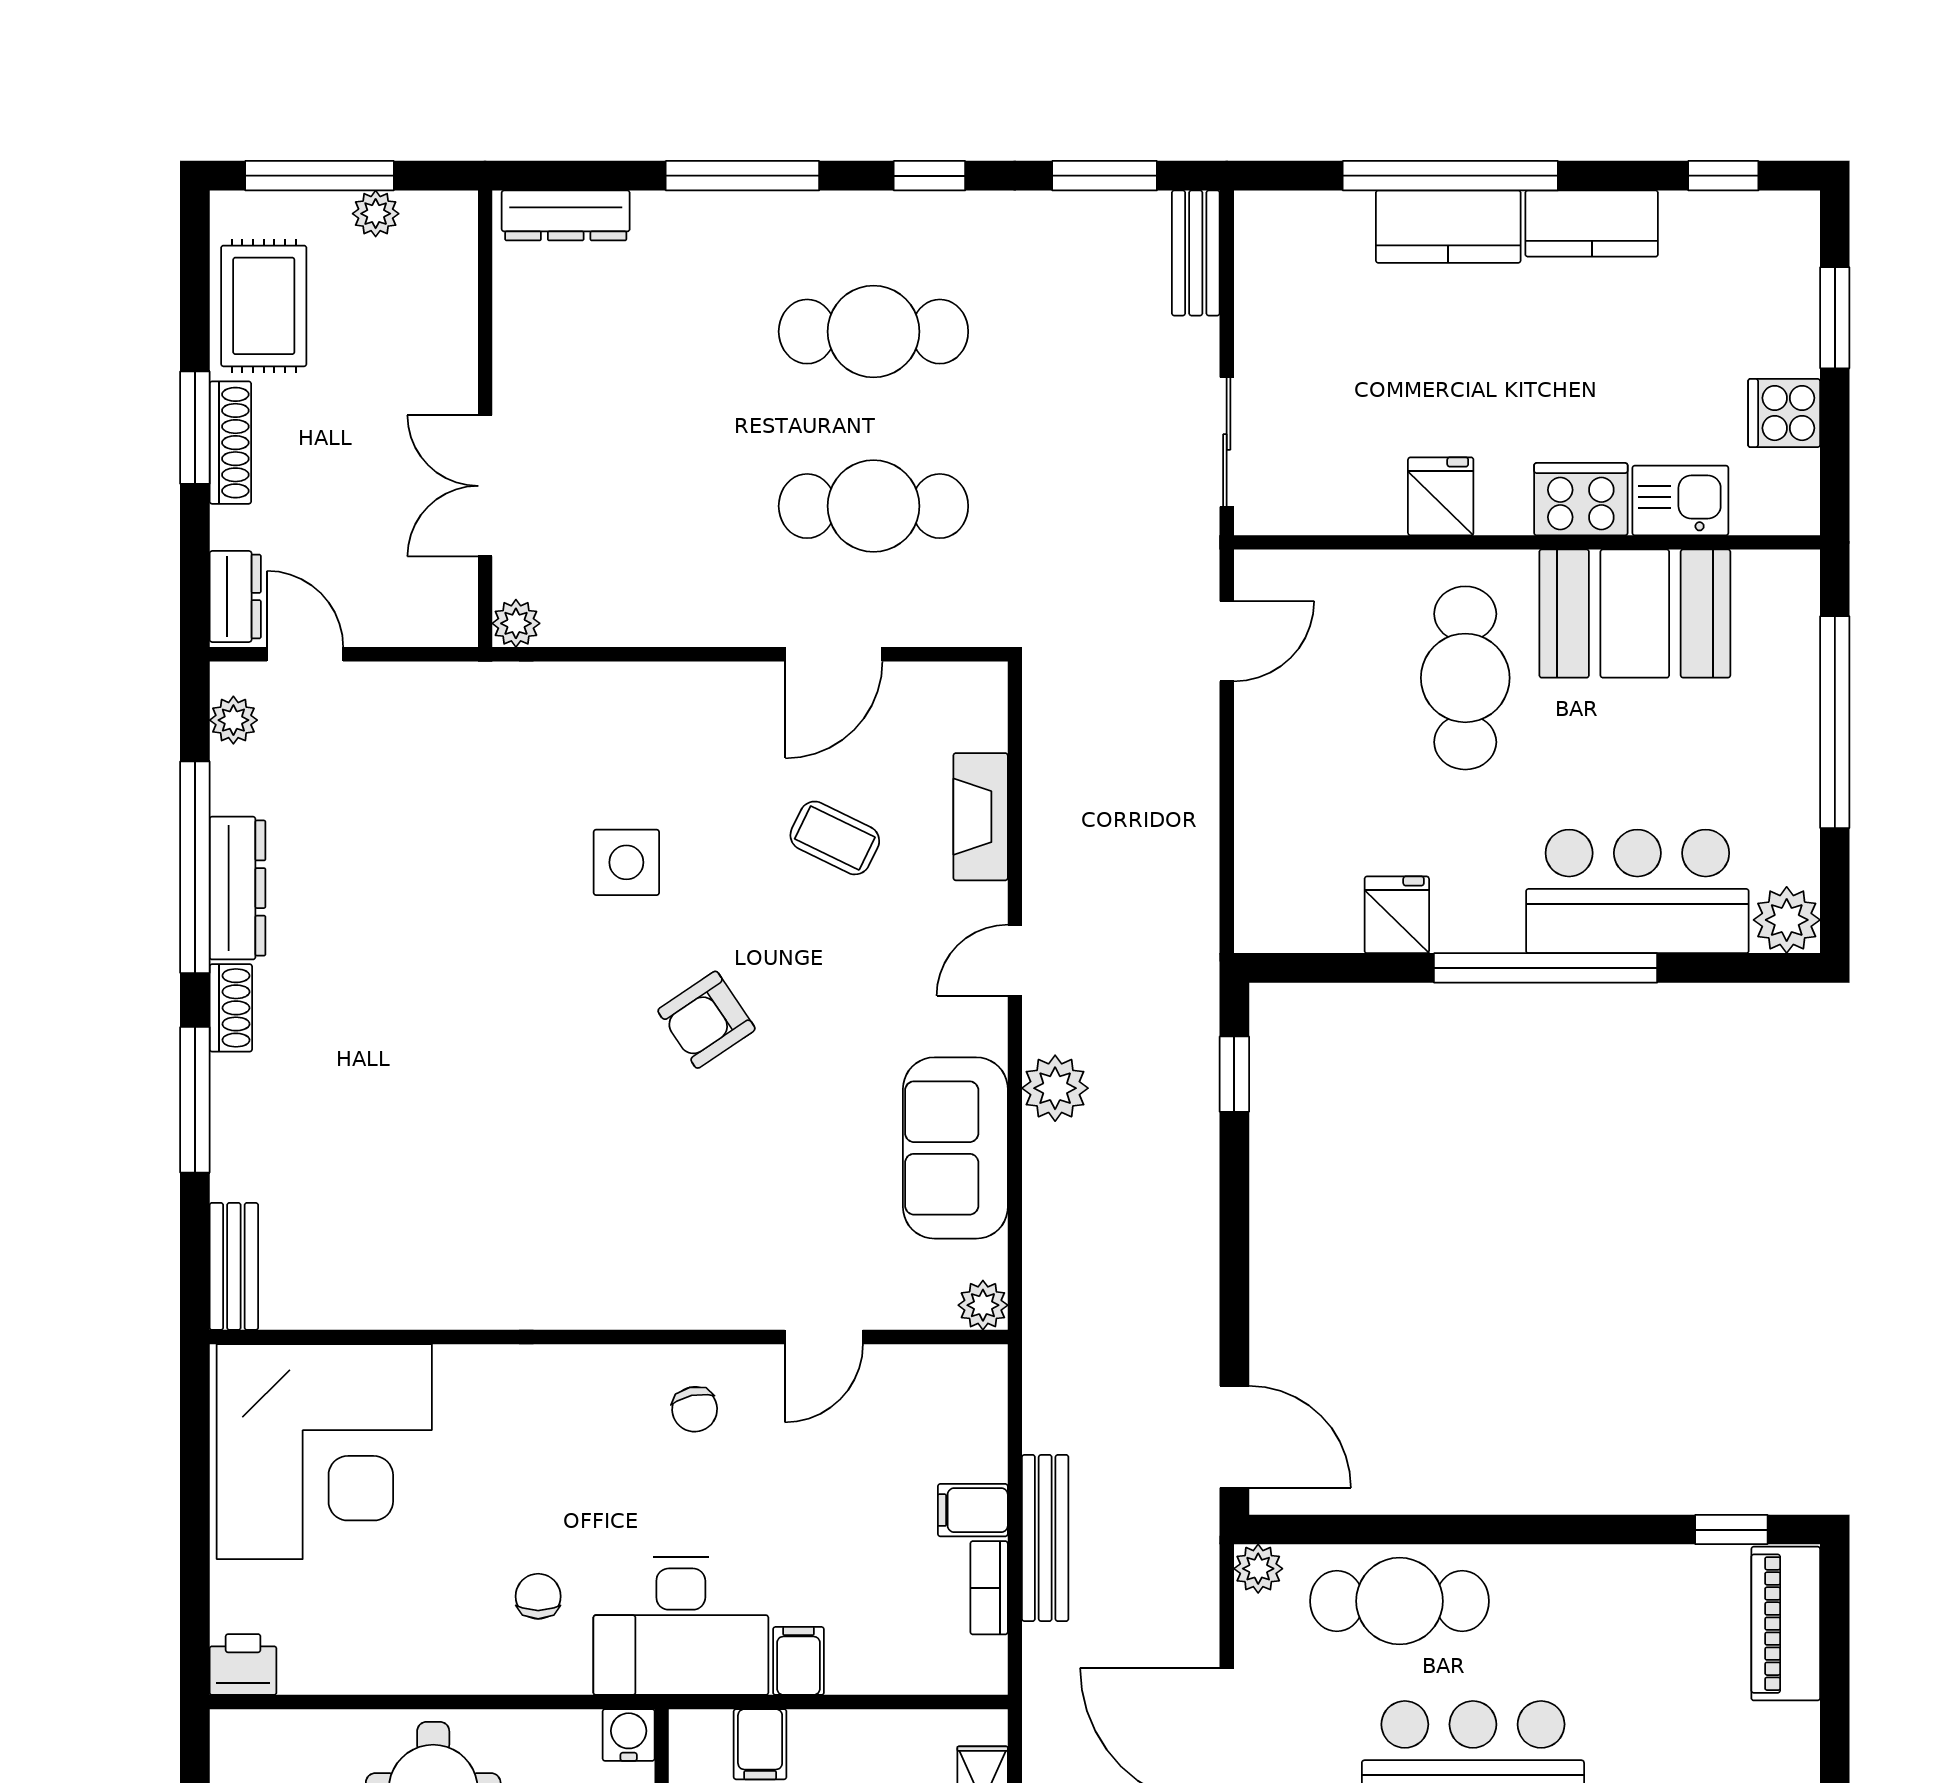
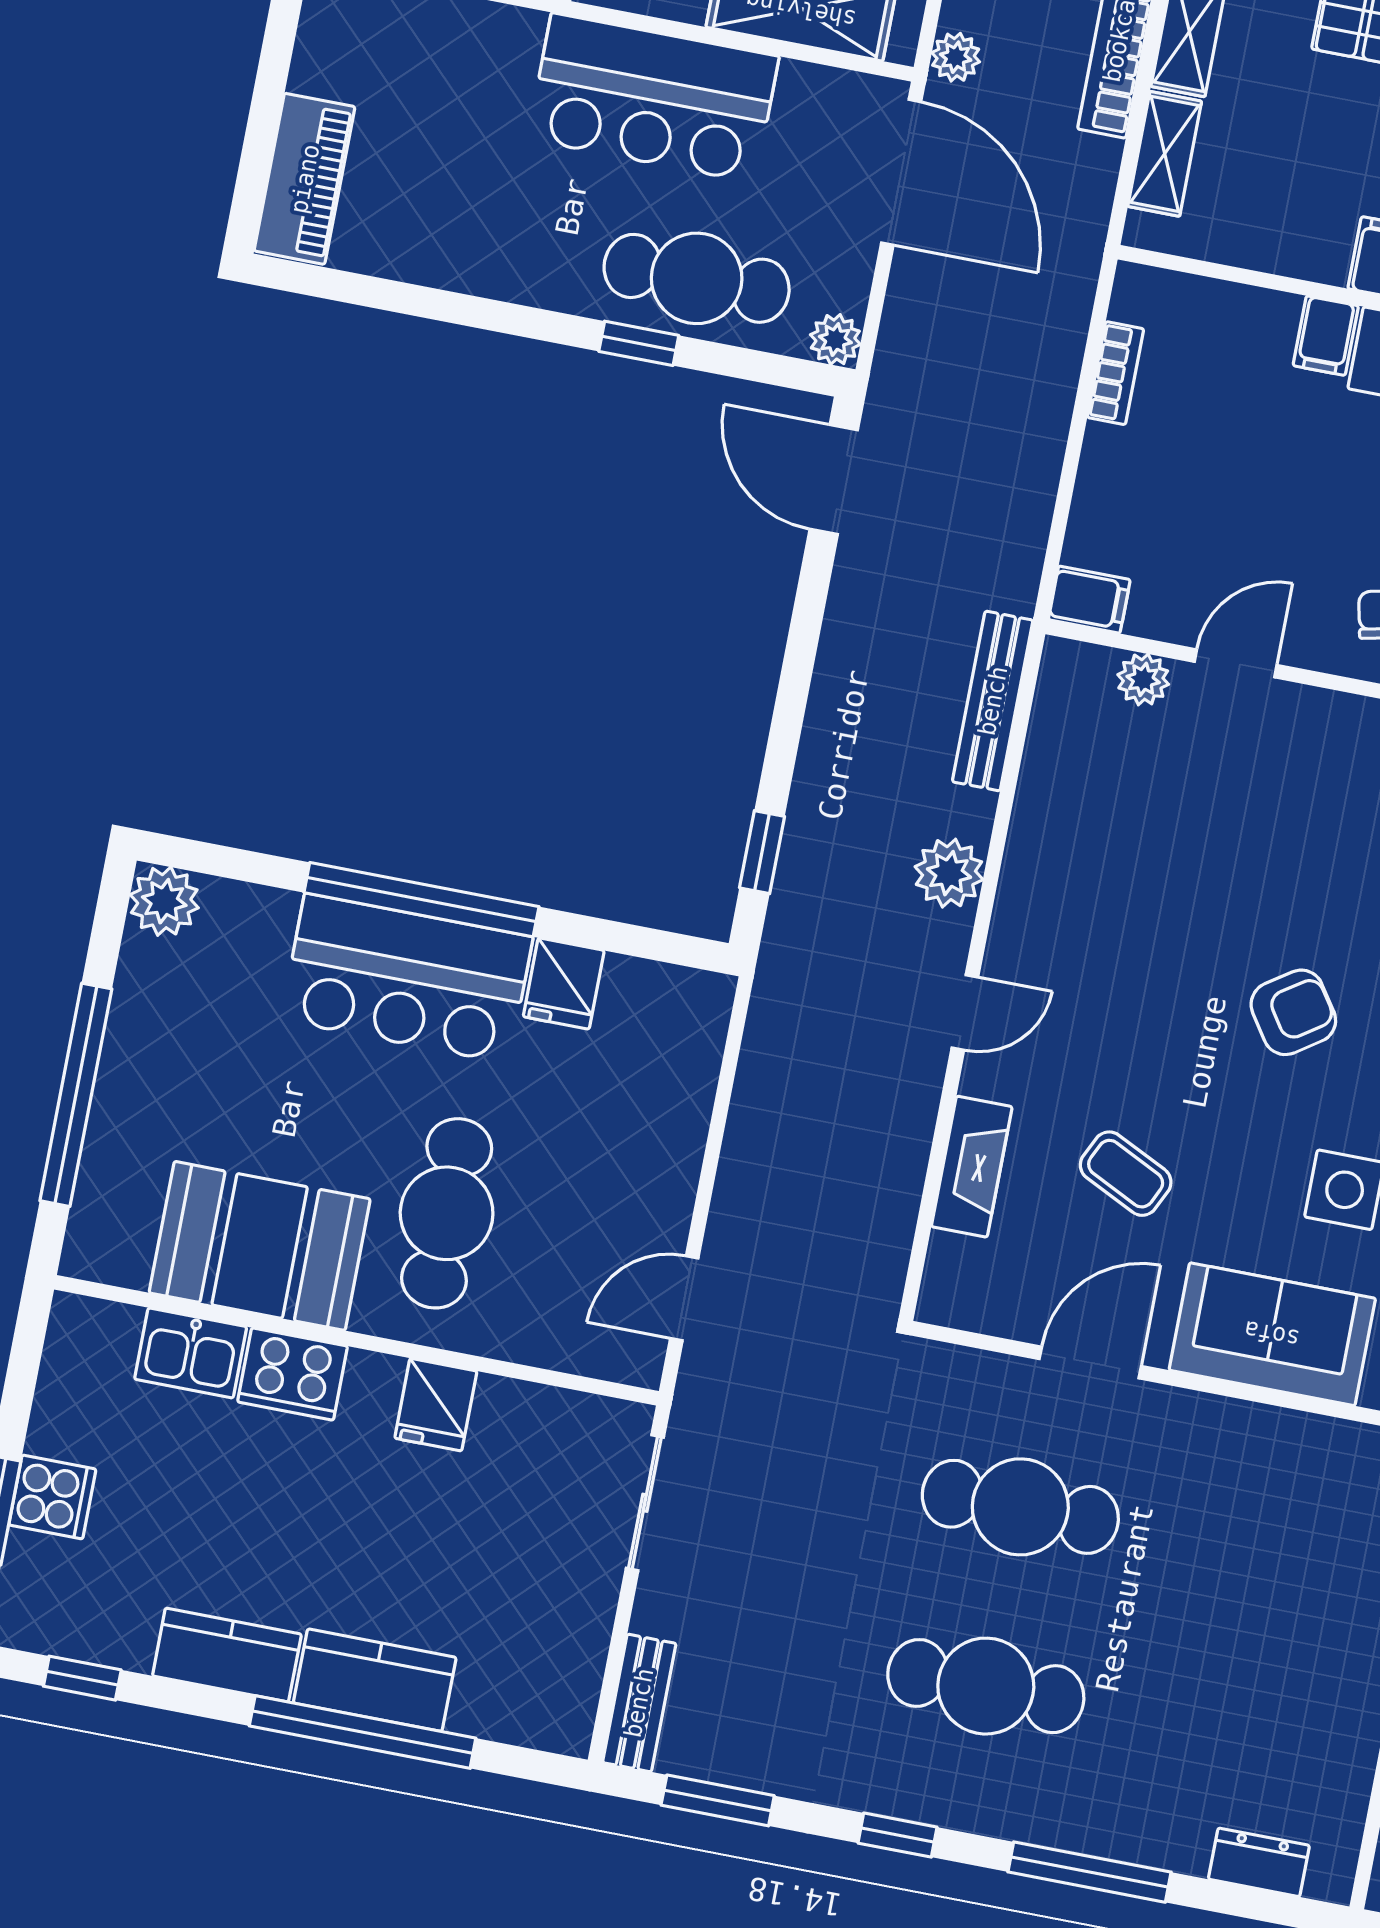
dresser: (566, 215) -> (1259, 1862), width x0.70
cooker: (1784, 413) -> (52, 1497), moved
bar counter: (1637, 891) -> (407, 978), moved
sofa: (955, 1148) -> (1272, 1334), moved, turned -90
plant: (983, 1305) -> (1143, 679), moved
filing cabinet: (973, 1510) -> (1089, 600), moved
window: (1731, 1530) -> (639, 343), moved
bench: (1045, 1538) -> (993, 701), moved

